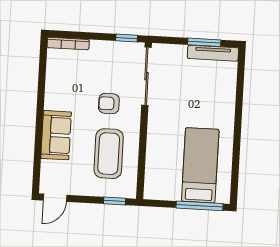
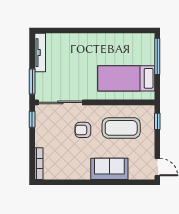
window: (204, 42) -> (32, 81), moved
armchair: (109, 103) -> (83, 130), turned 90
bed: (200, 165) -> (126, 78), moved

